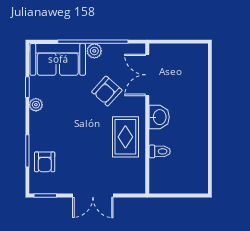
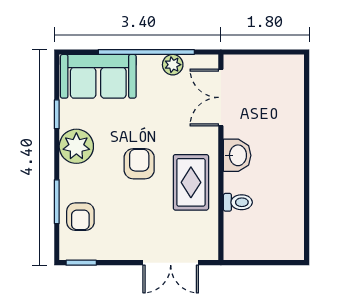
plant: (94, 51) -> (173, 65), moved
armchair: (107, 91) -> (139, 164), moved, turned 138
plant: (36, 105) -> (76, 146), width x1.88, depth x1.88
double door: (93, 195) -> (171, 263), moved

